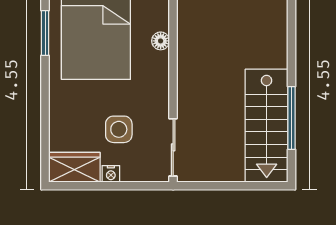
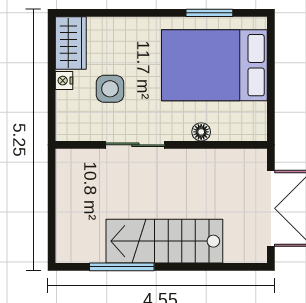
stairs: (267, 126) -> (164, 241), moved
sliding door: (173, 147) -> (135, 145), moved

